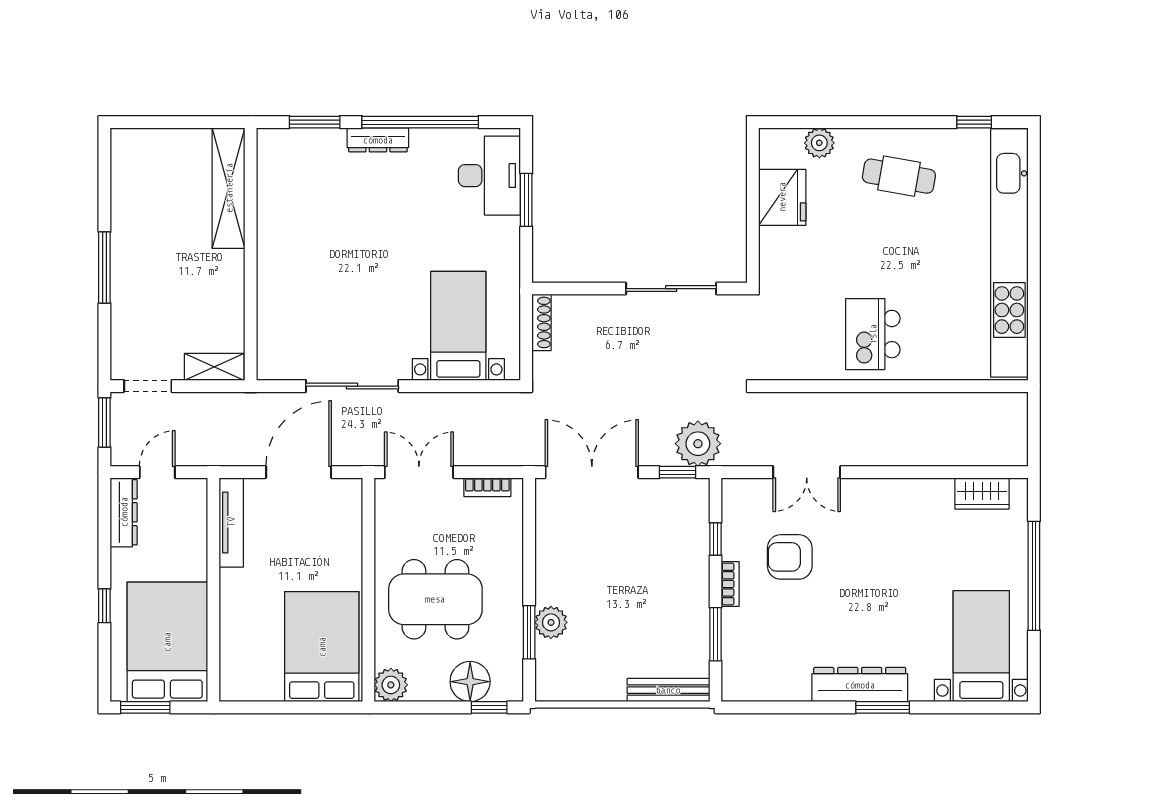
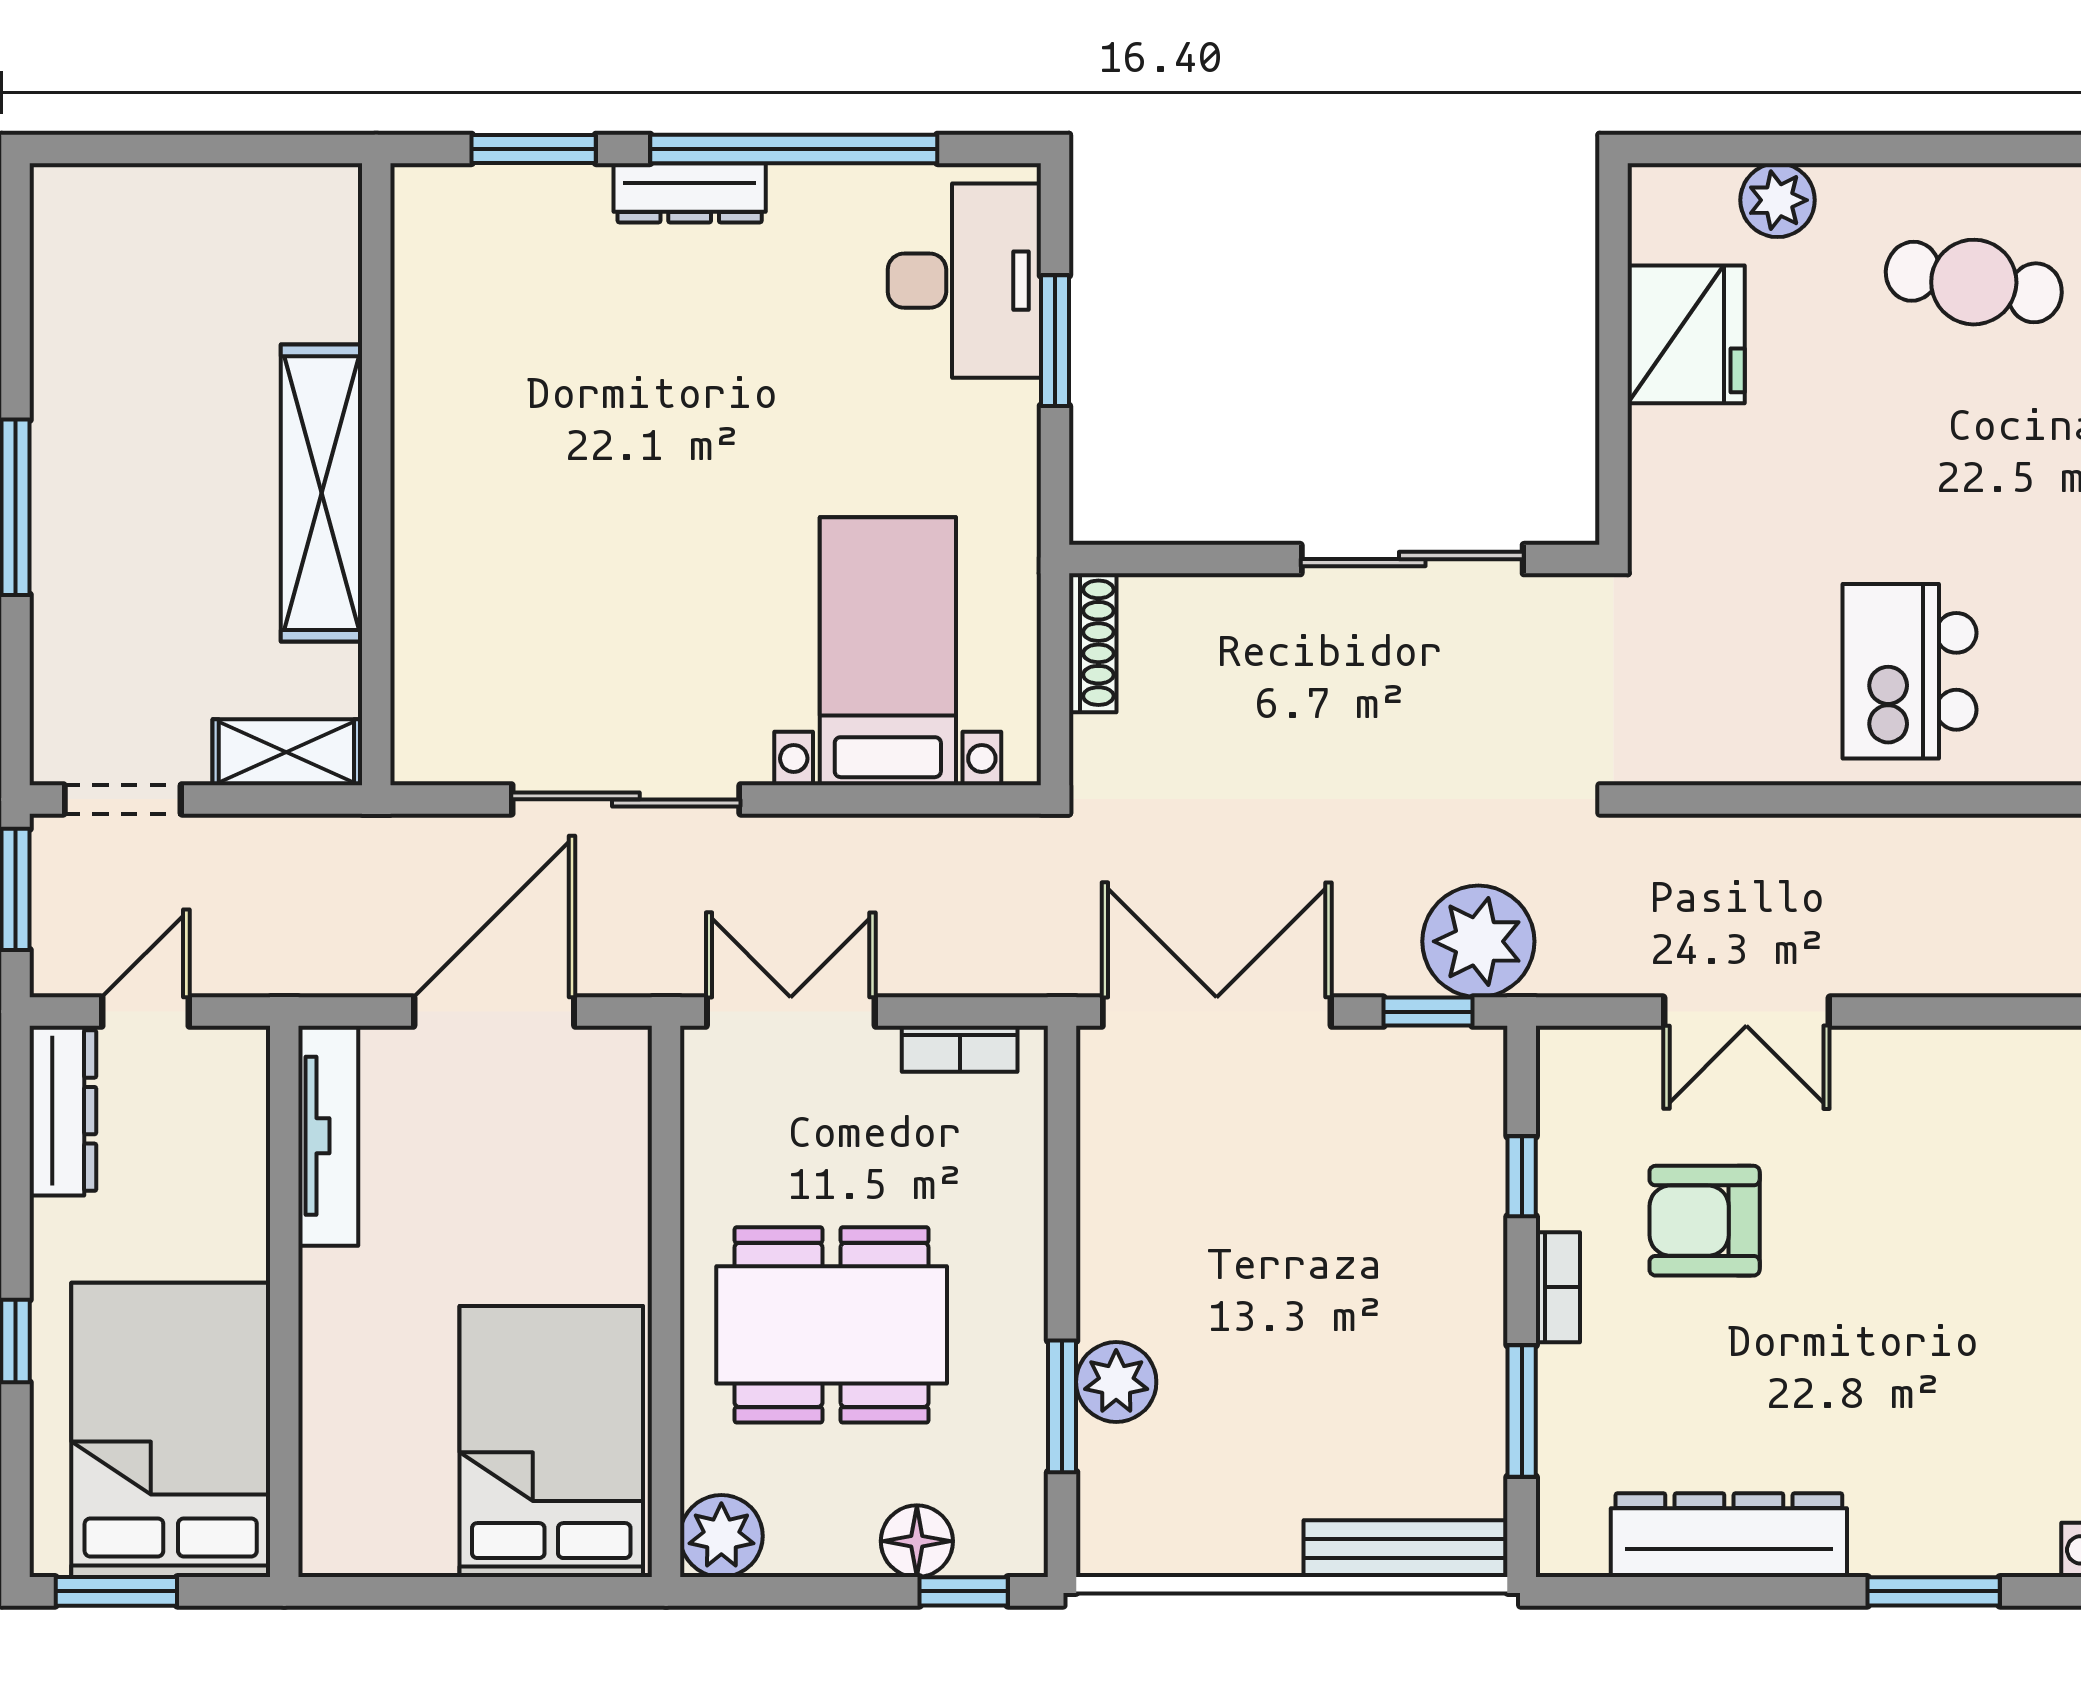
shelving: (229, 188) -> (322, 493), moved
floor lamp: (470, 682) -> (917, 1541), width x0.73, depth x0.73
dresser: (860, 685) -> (1729, 1535), moved

